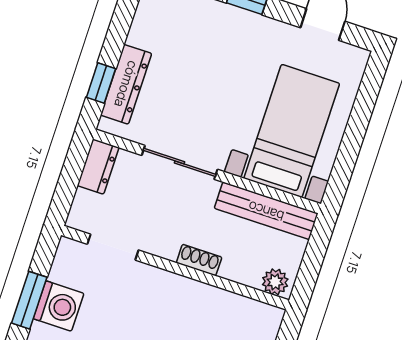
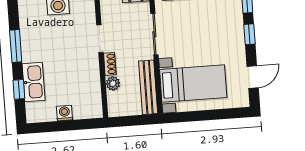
doorway: (113, 247) -> (100, 39), moved
plant: (275, 282) -> (113, 83), moved

